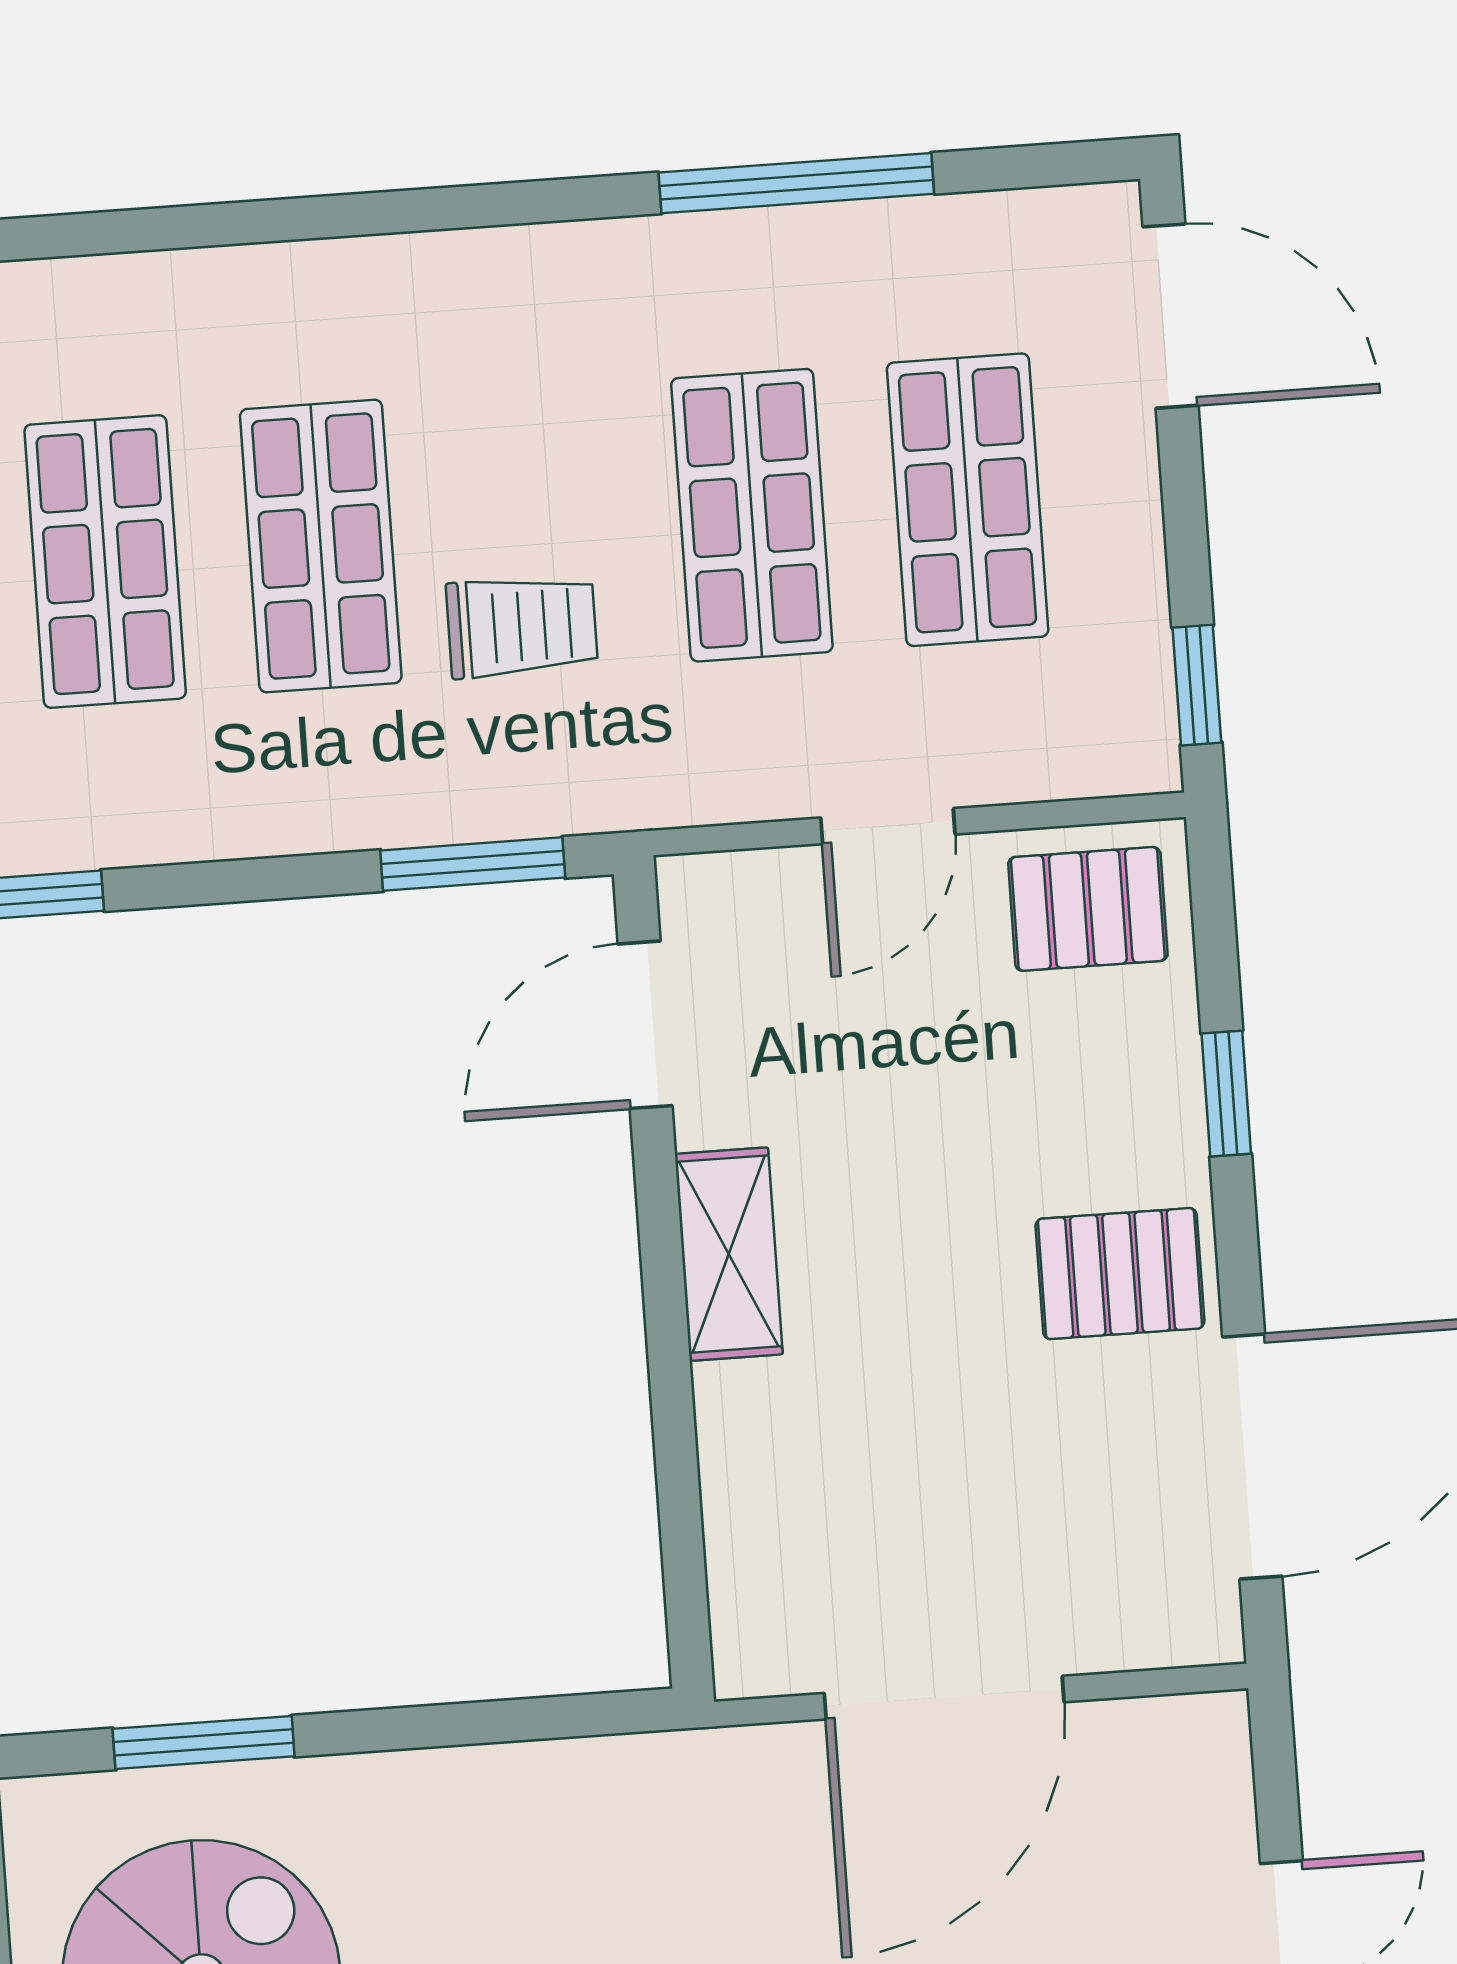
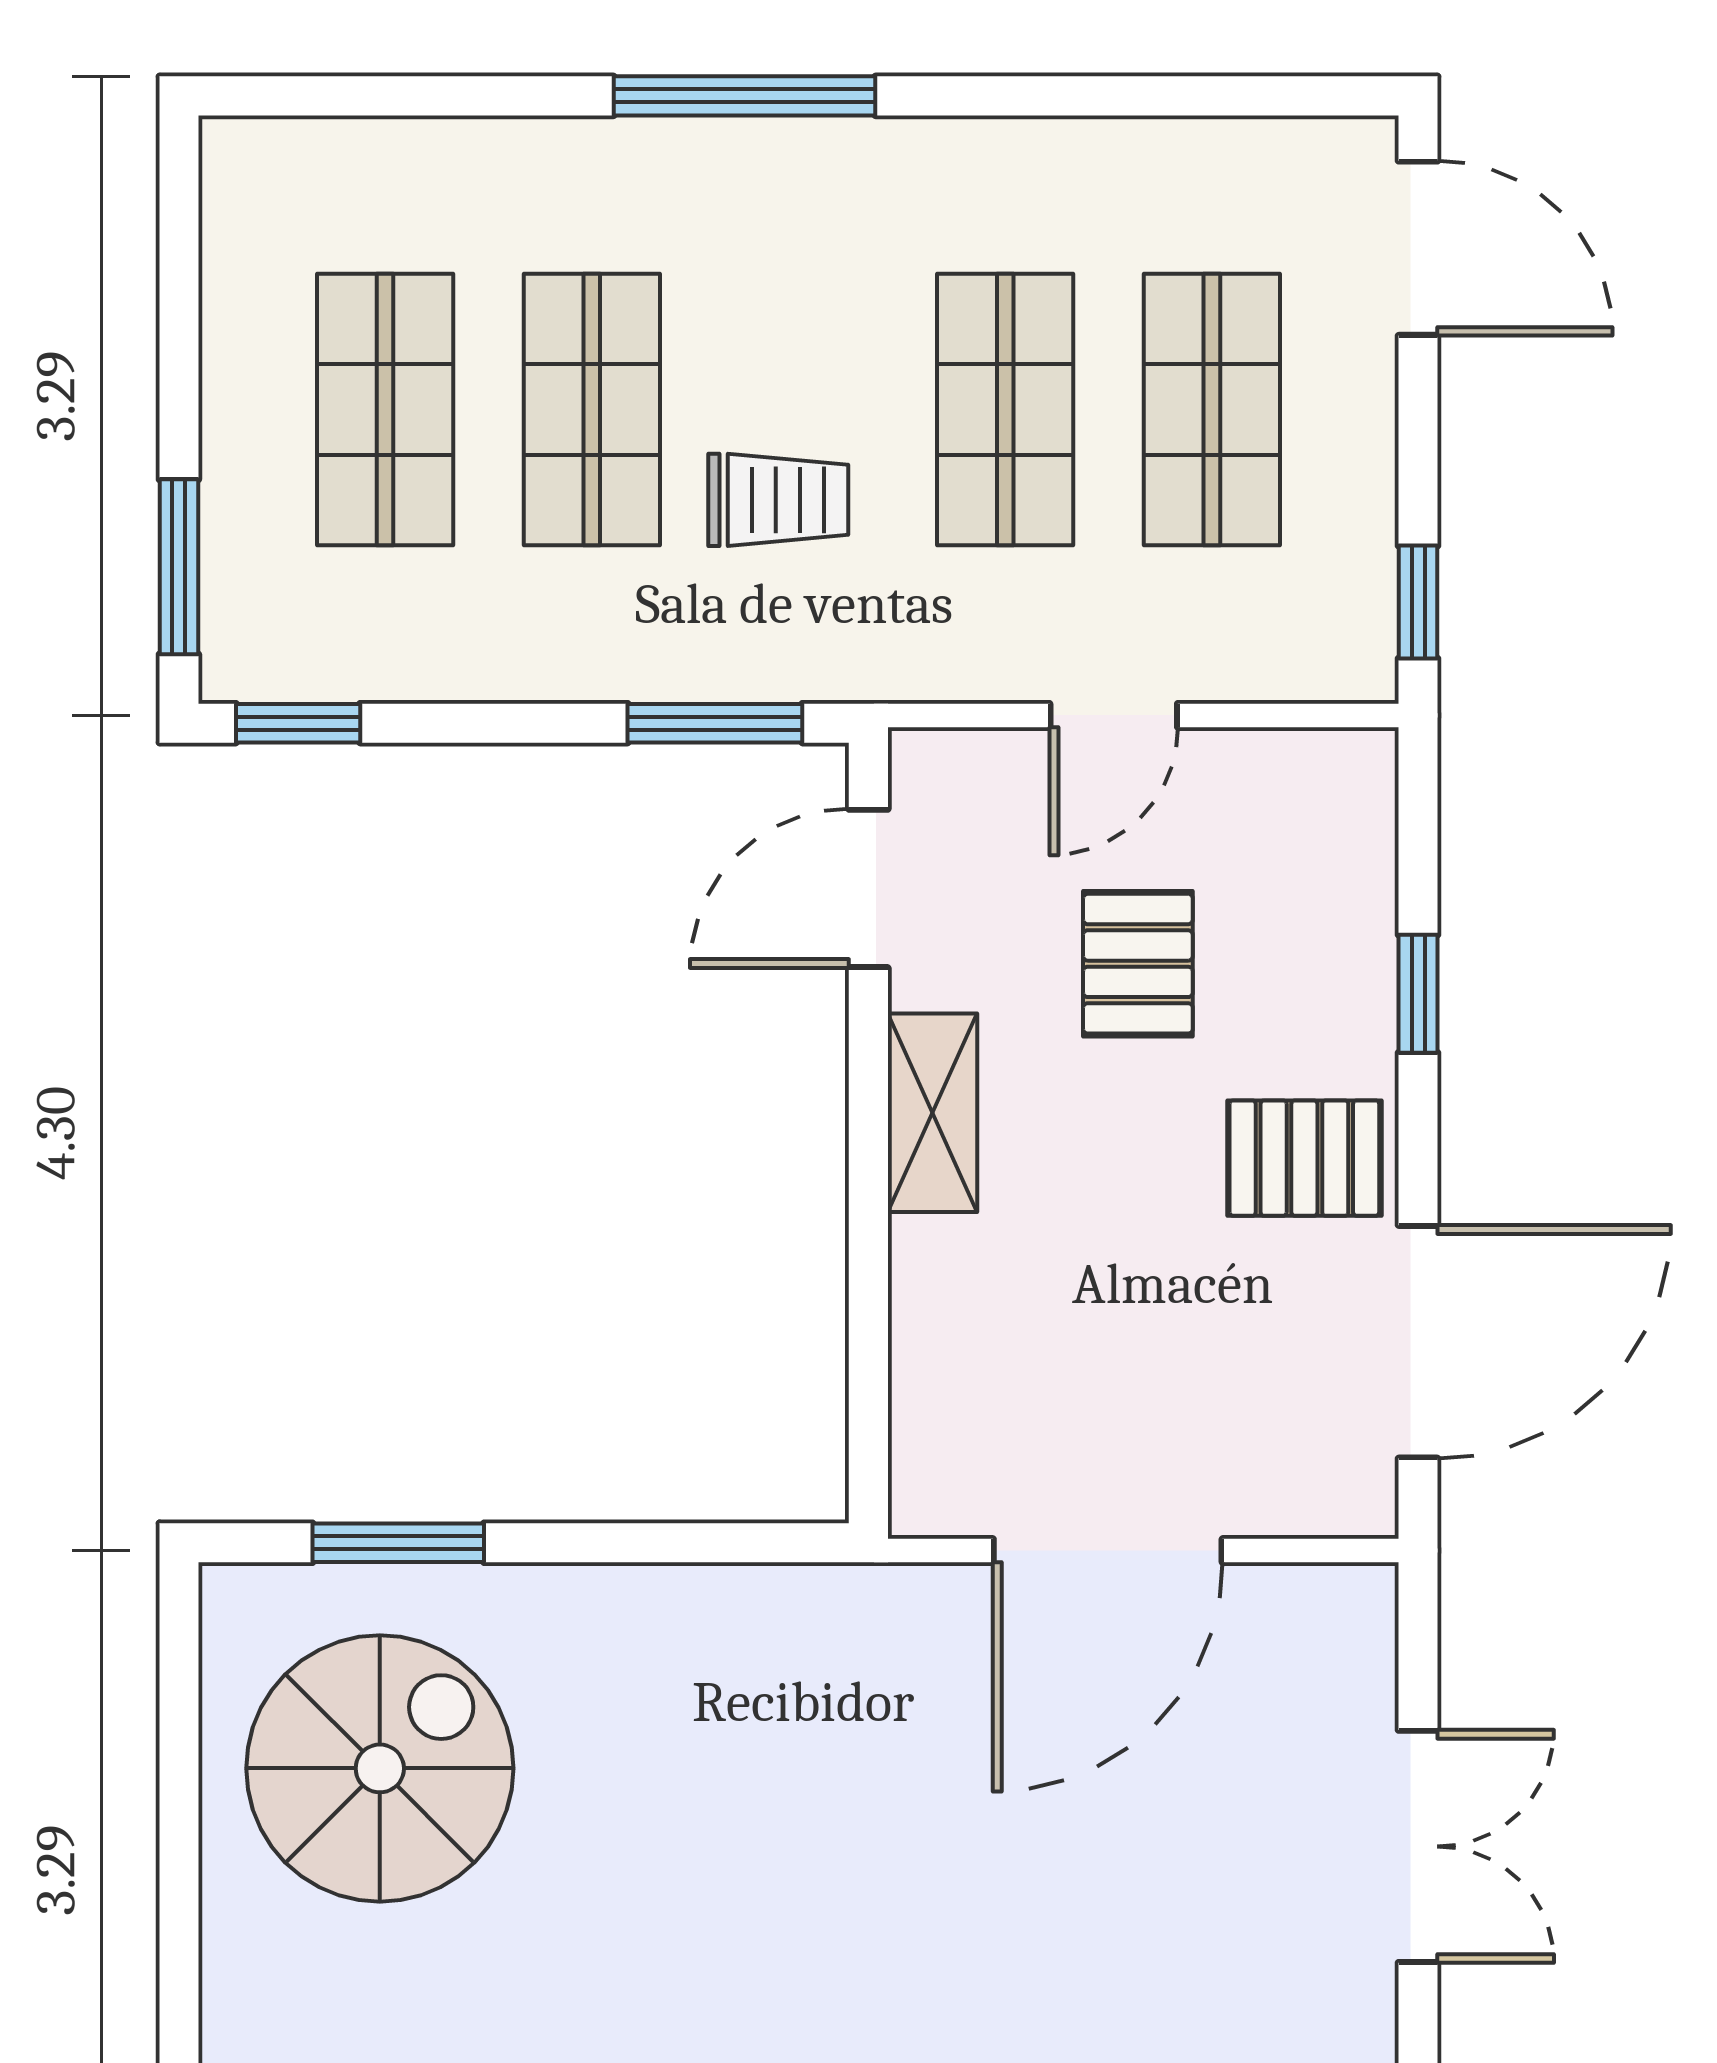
window: (796, 183) -> (745, 96), moved
pallet: (1088, 909) -> (1138, 964), moved, turned 90

